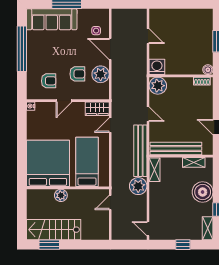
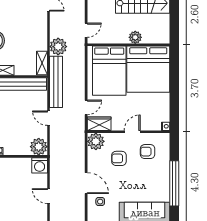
plant: (101, 74) -> (96, 141), moved
bed: (87, 162) -> (109, 71), width x1.50

